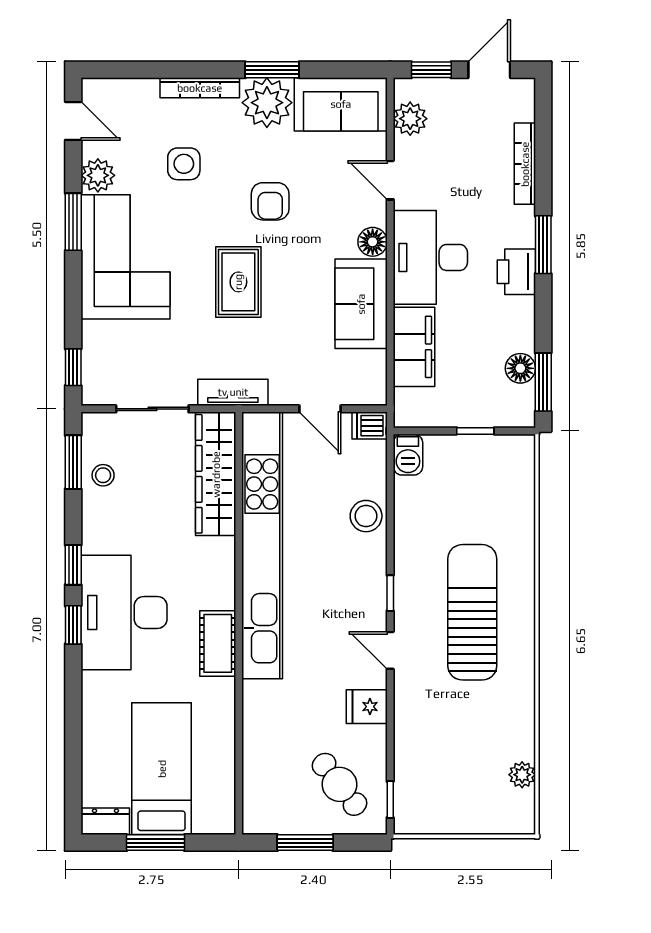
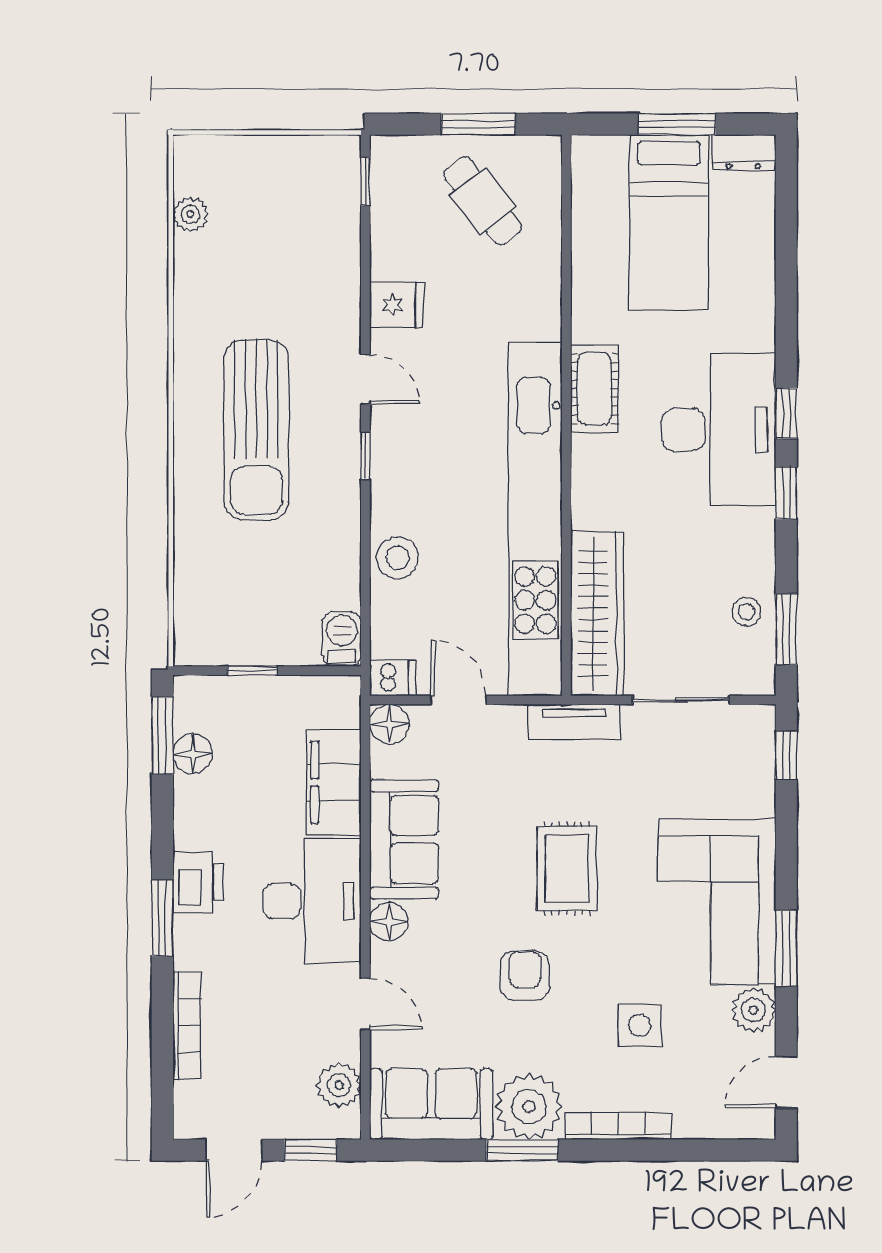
door: (73, 121) -> (786, 1082), hinge flipped
floor lamp: (372, 391) -> (389, 724), added
cafe table: (340, 784) -> (482, 201), moved

